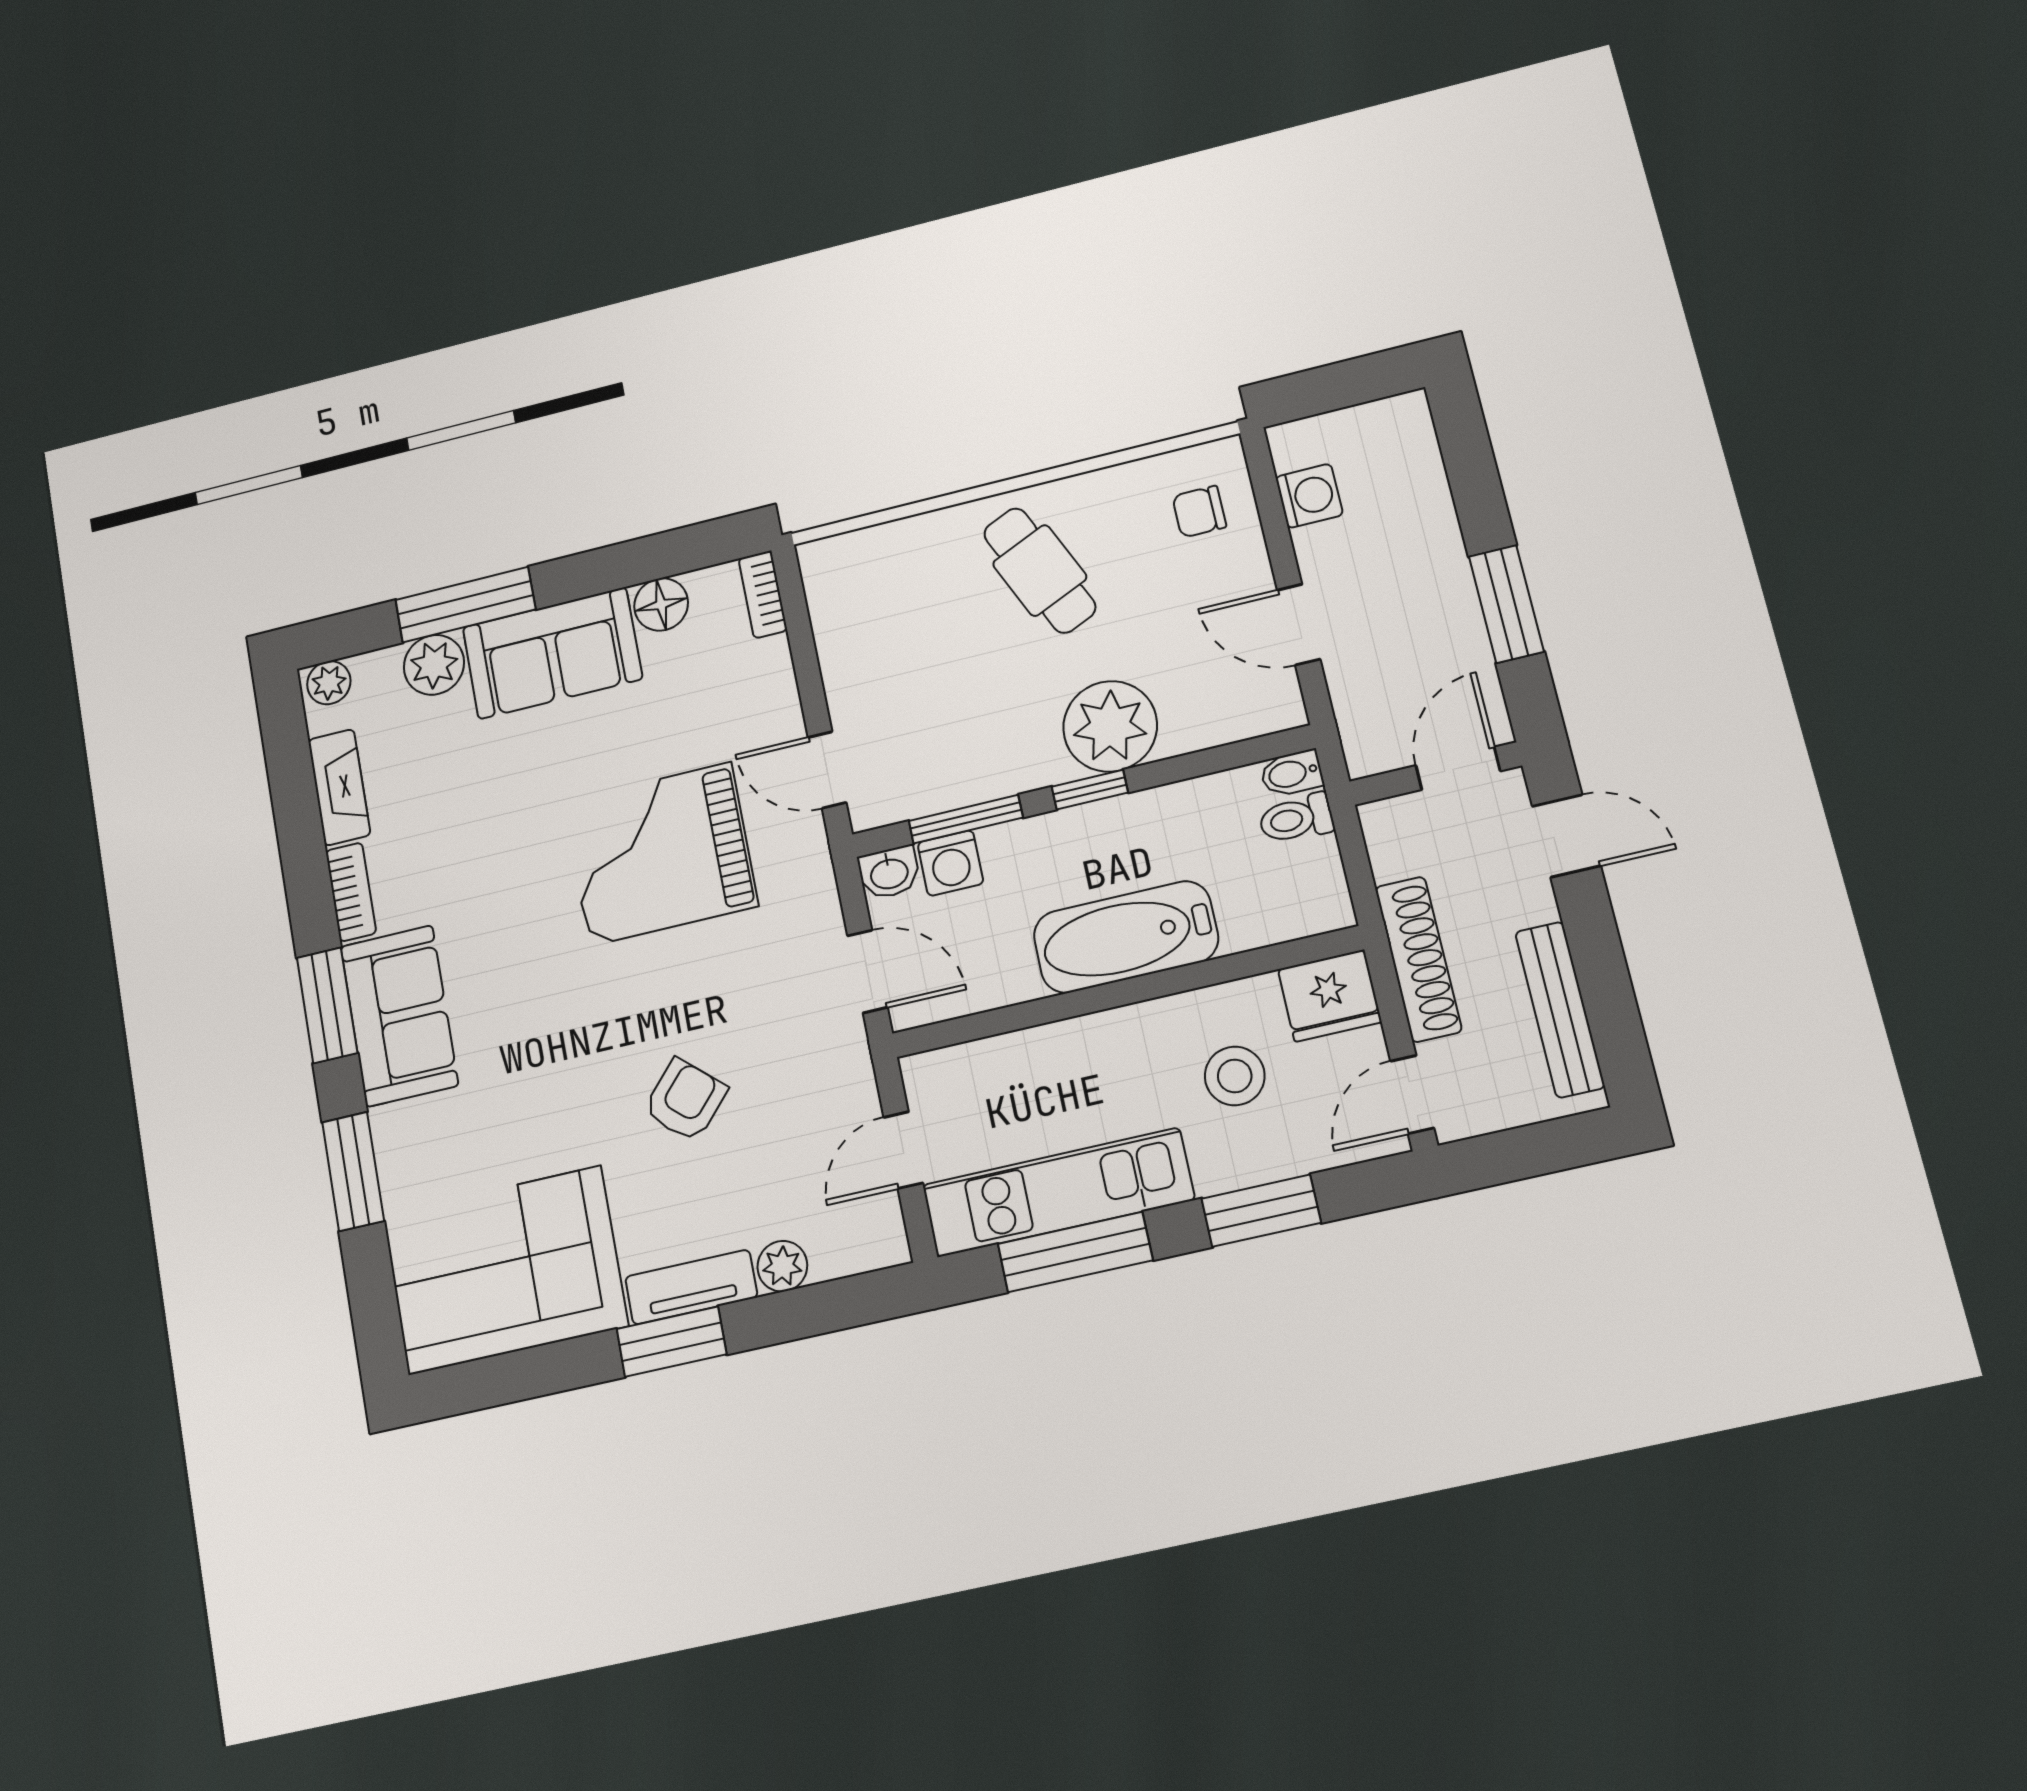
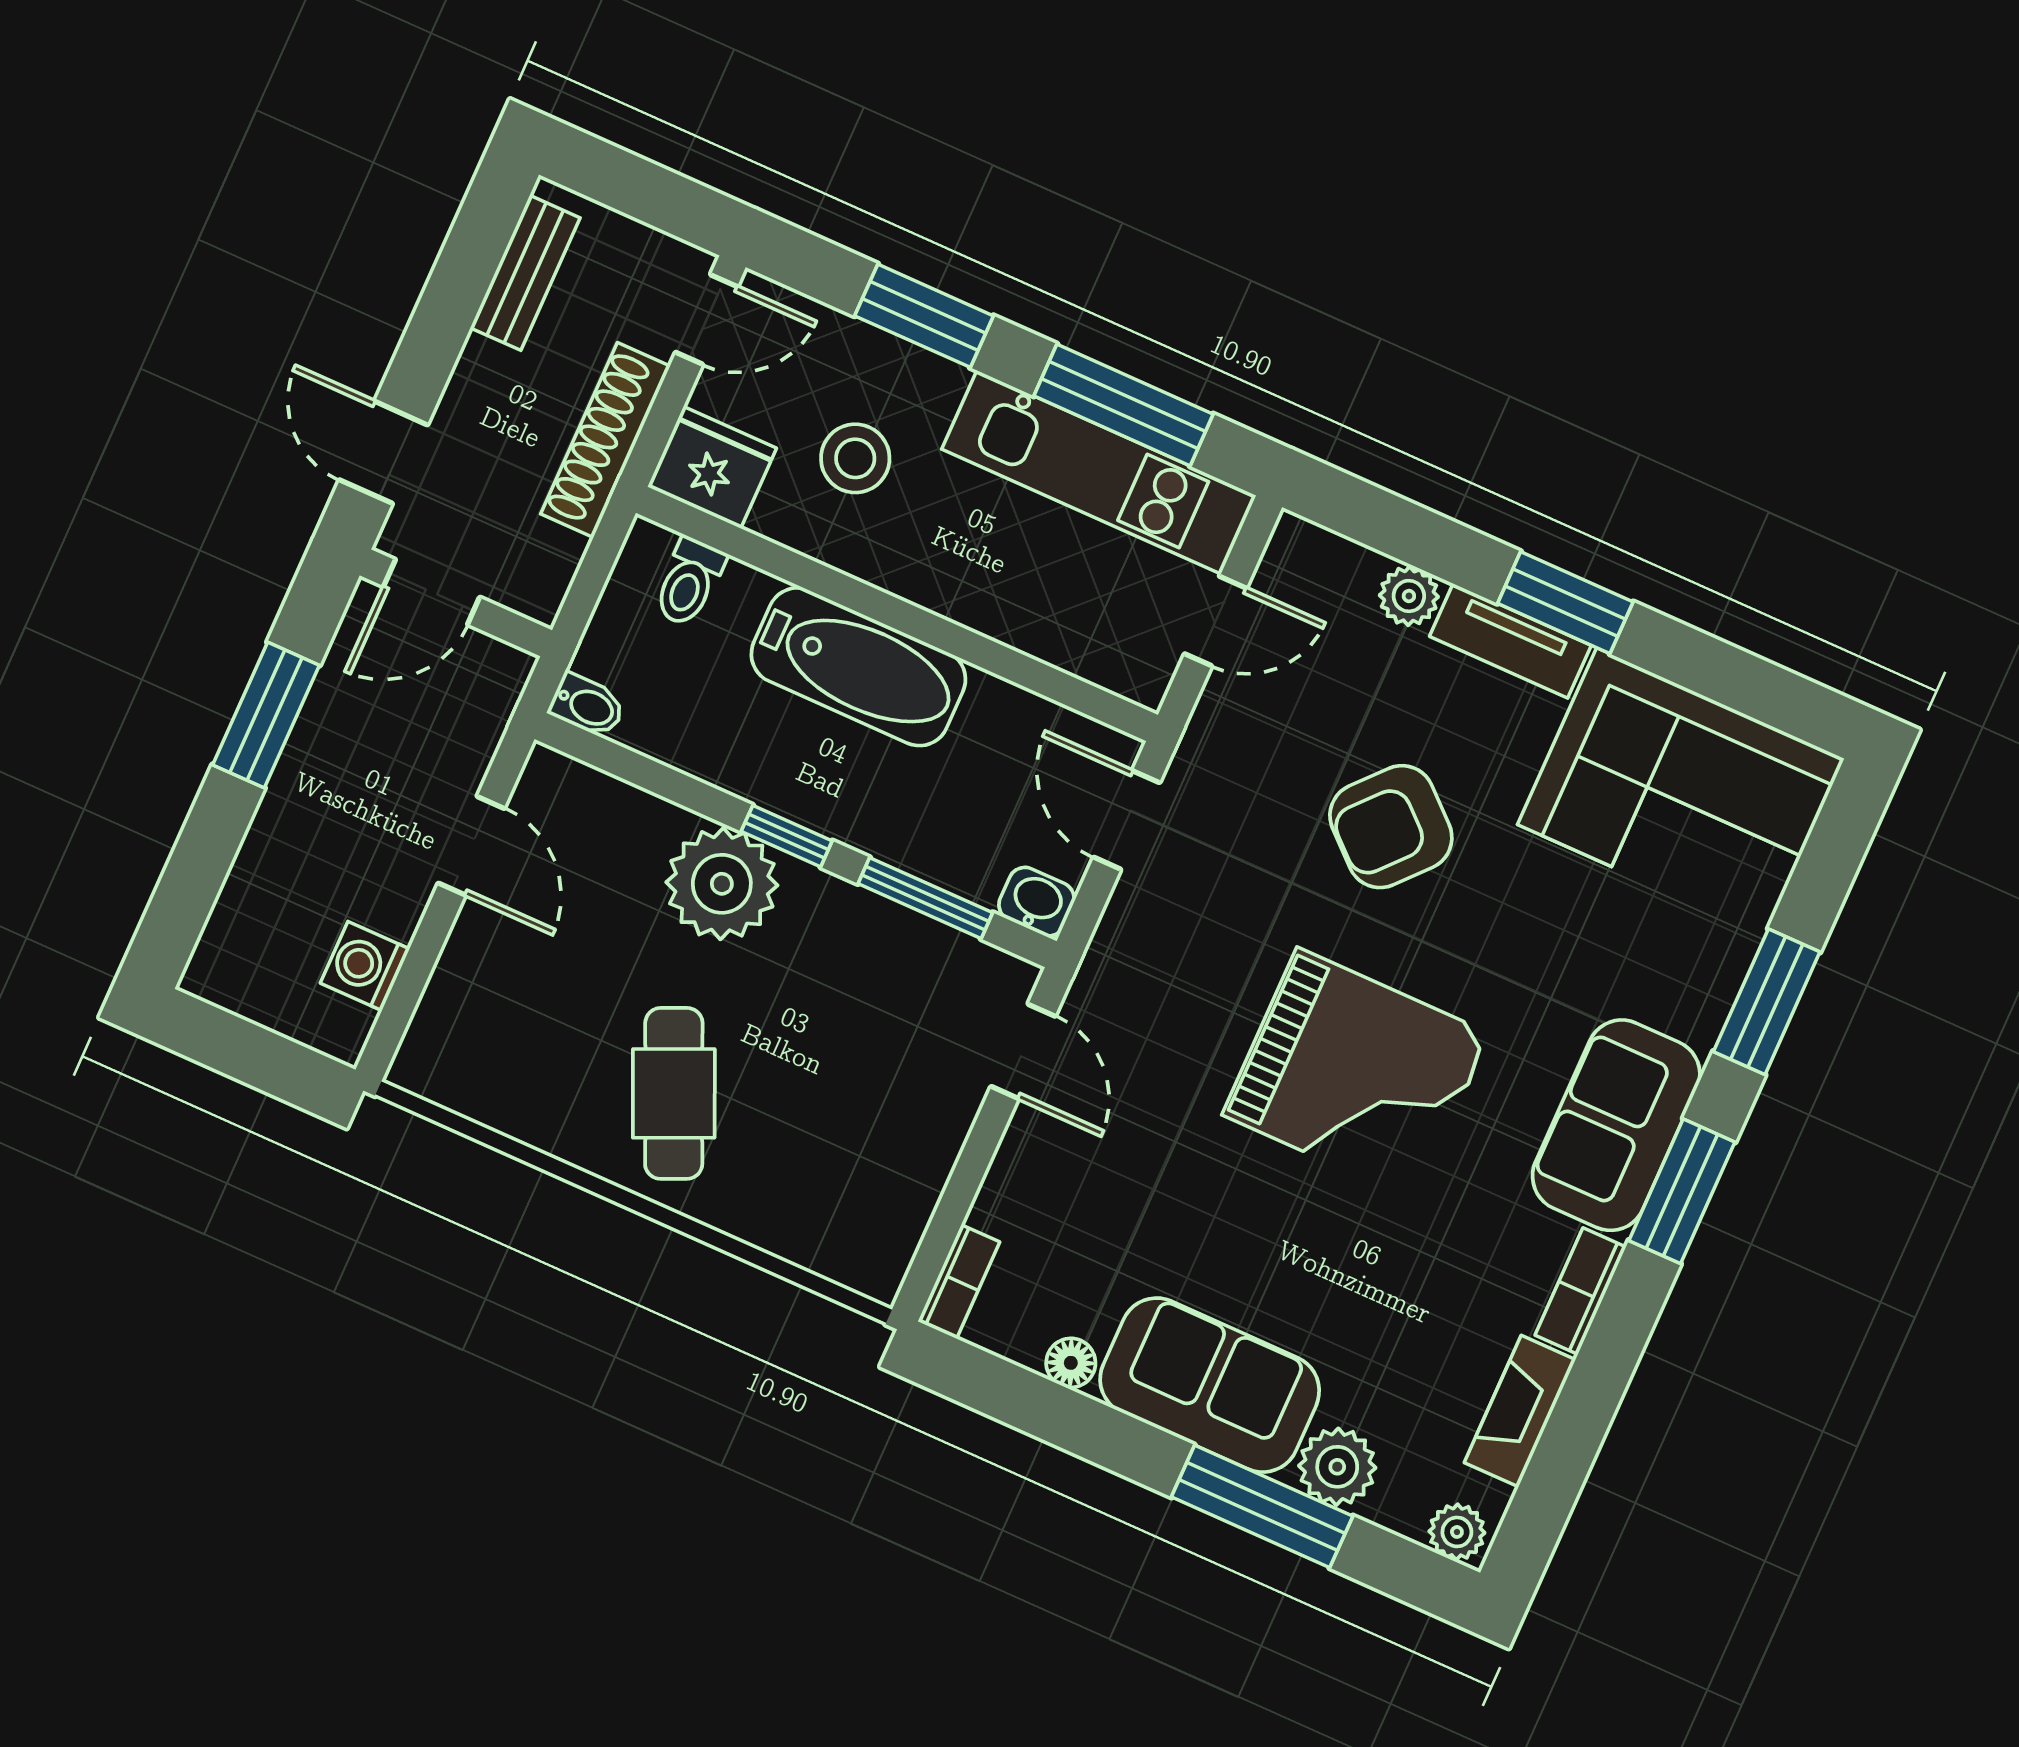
chair: (1199, 512) -> (479, 1033), removed
floor lamp: (661, 604) -> (1071, 1363), width x0.73, depth x0.73
toilet: (1296, 819) -> (689, 582), moved, turned 90
grand piano: (660, 854) -> (1356, 1074), moved
washing machine: (950, 863) -> (971, 866), removed
bench: (1560, 1009) -> (525, 273), width x0.73
armchair: (685, 1100) -> (1391, 827), width x1.38, depth x1.38

